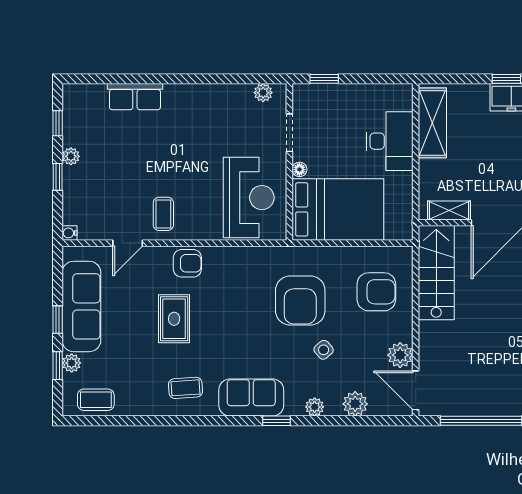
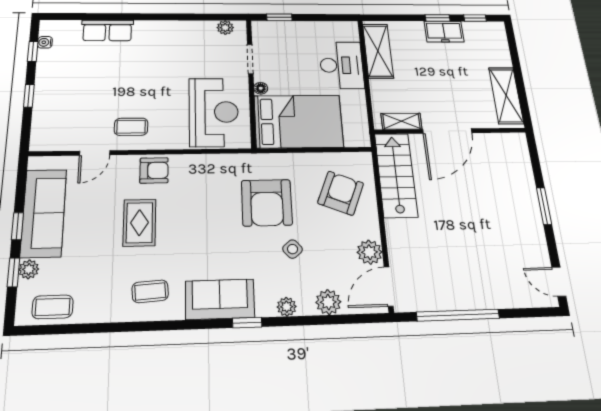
plant: (71, 156) -> (43, 78), removed
coffee table: (163, 214) -> (131, 127), turned 90
water cooler: (70, 233) -> (45, 42), moved
armchair: (376, 292) -> (341, 193), turned -68
door: (416, 390) -> (389, 286), hinge flipped

